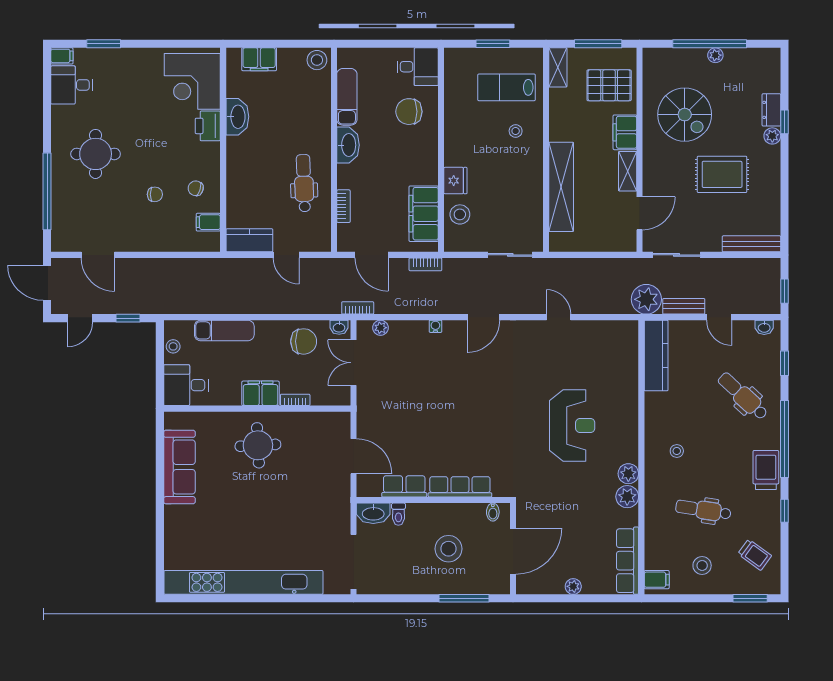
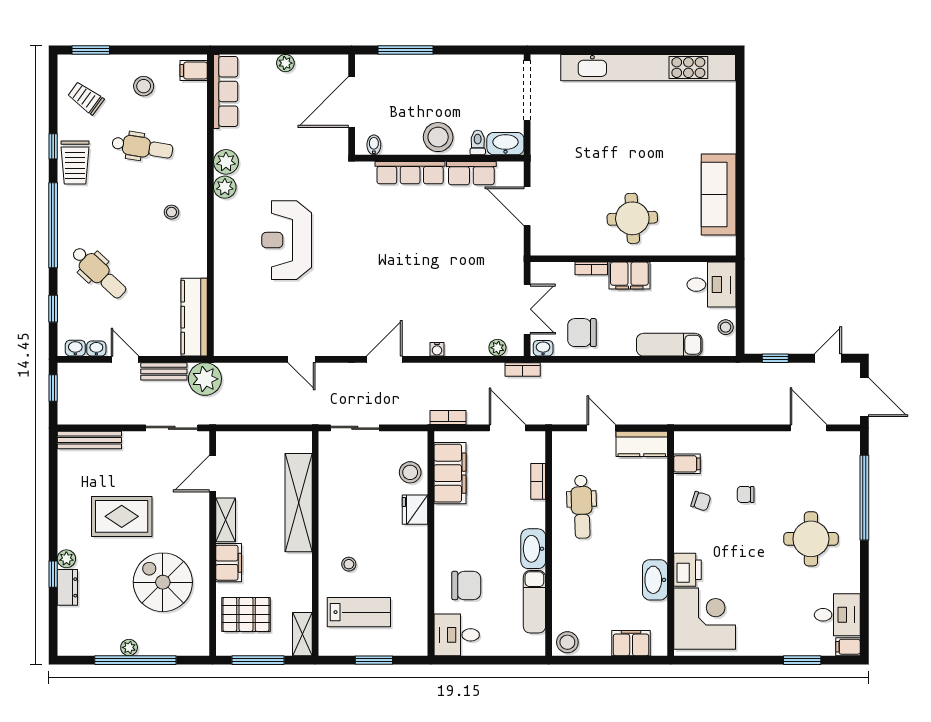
washbasin: (745, 327) -> (96, 349), added
trolley: (766, 470) -> (75, 162), moved
stool: (449, 549) -> (438, 137), moved

